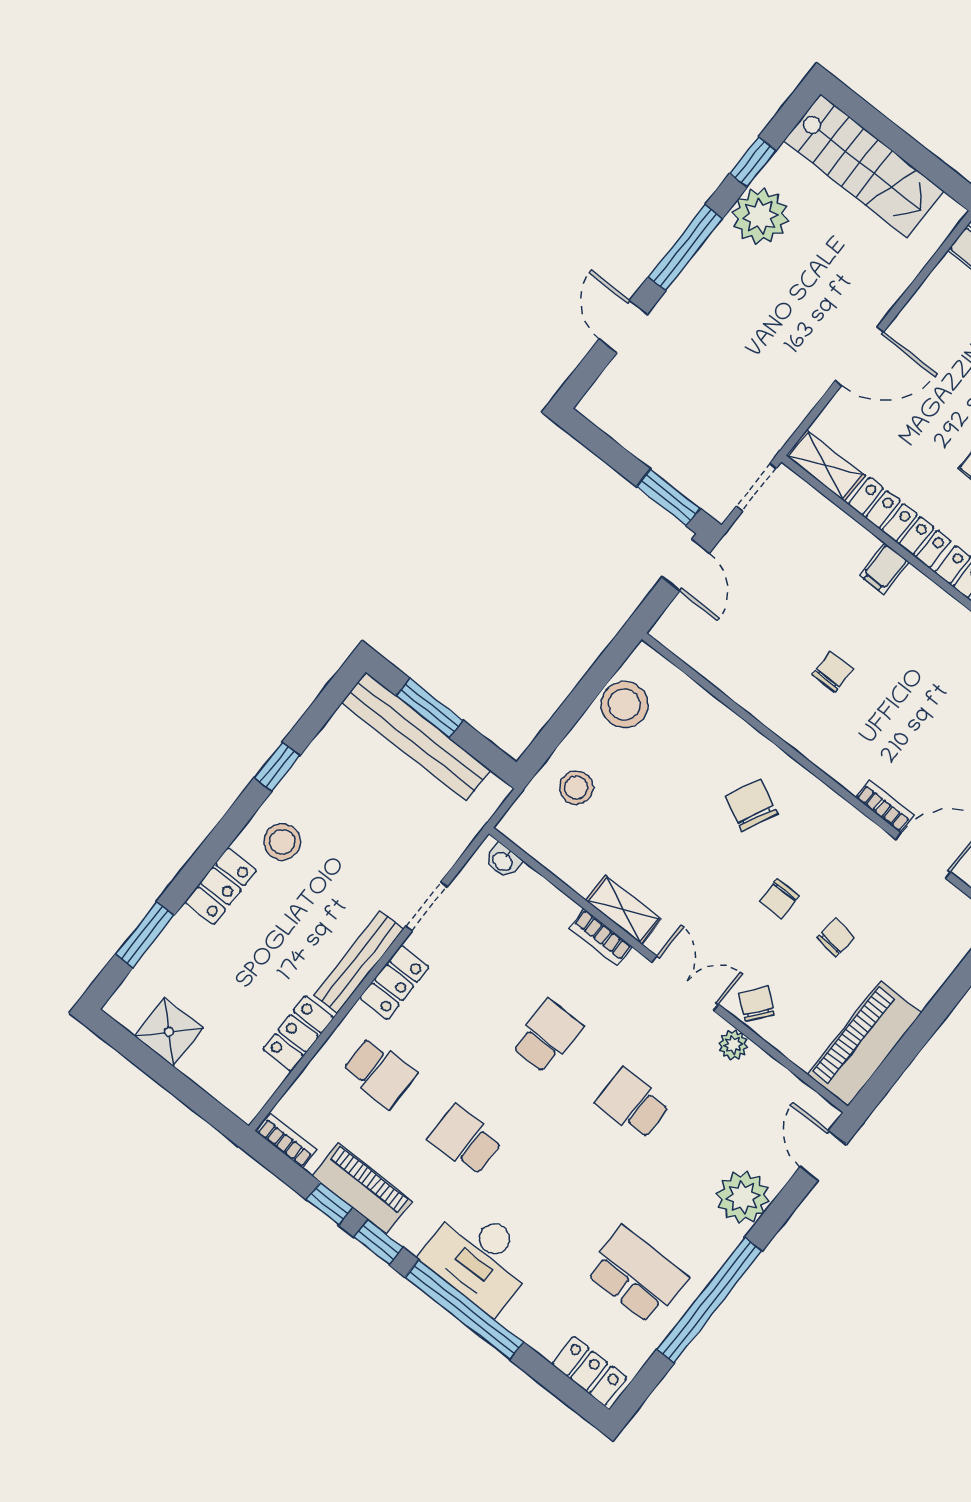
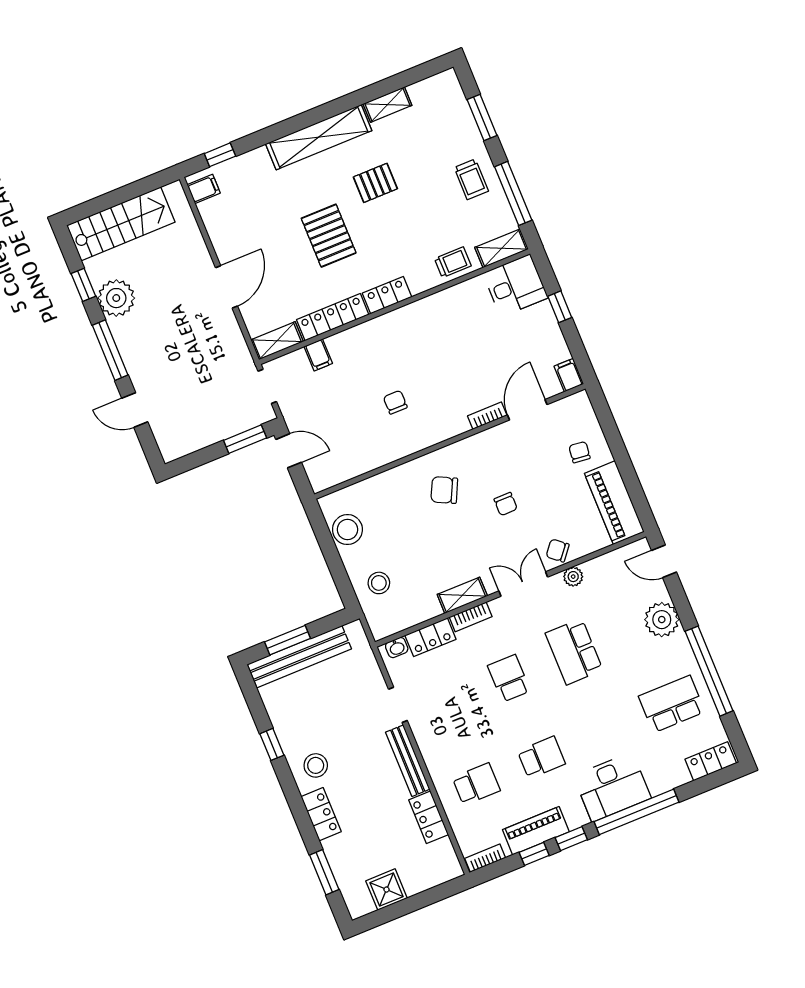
filing cabinet: (884, 568) -> (318, 355), moved
chair: (836, 938) -> (580, 452), moved
locker: (394, 982) -> (430, 637), moved, turned 90
school desk: (633, 1103) -> (574, 652), width x1.85
school desk: (465, 1140) -> (541, 757), turned 180

